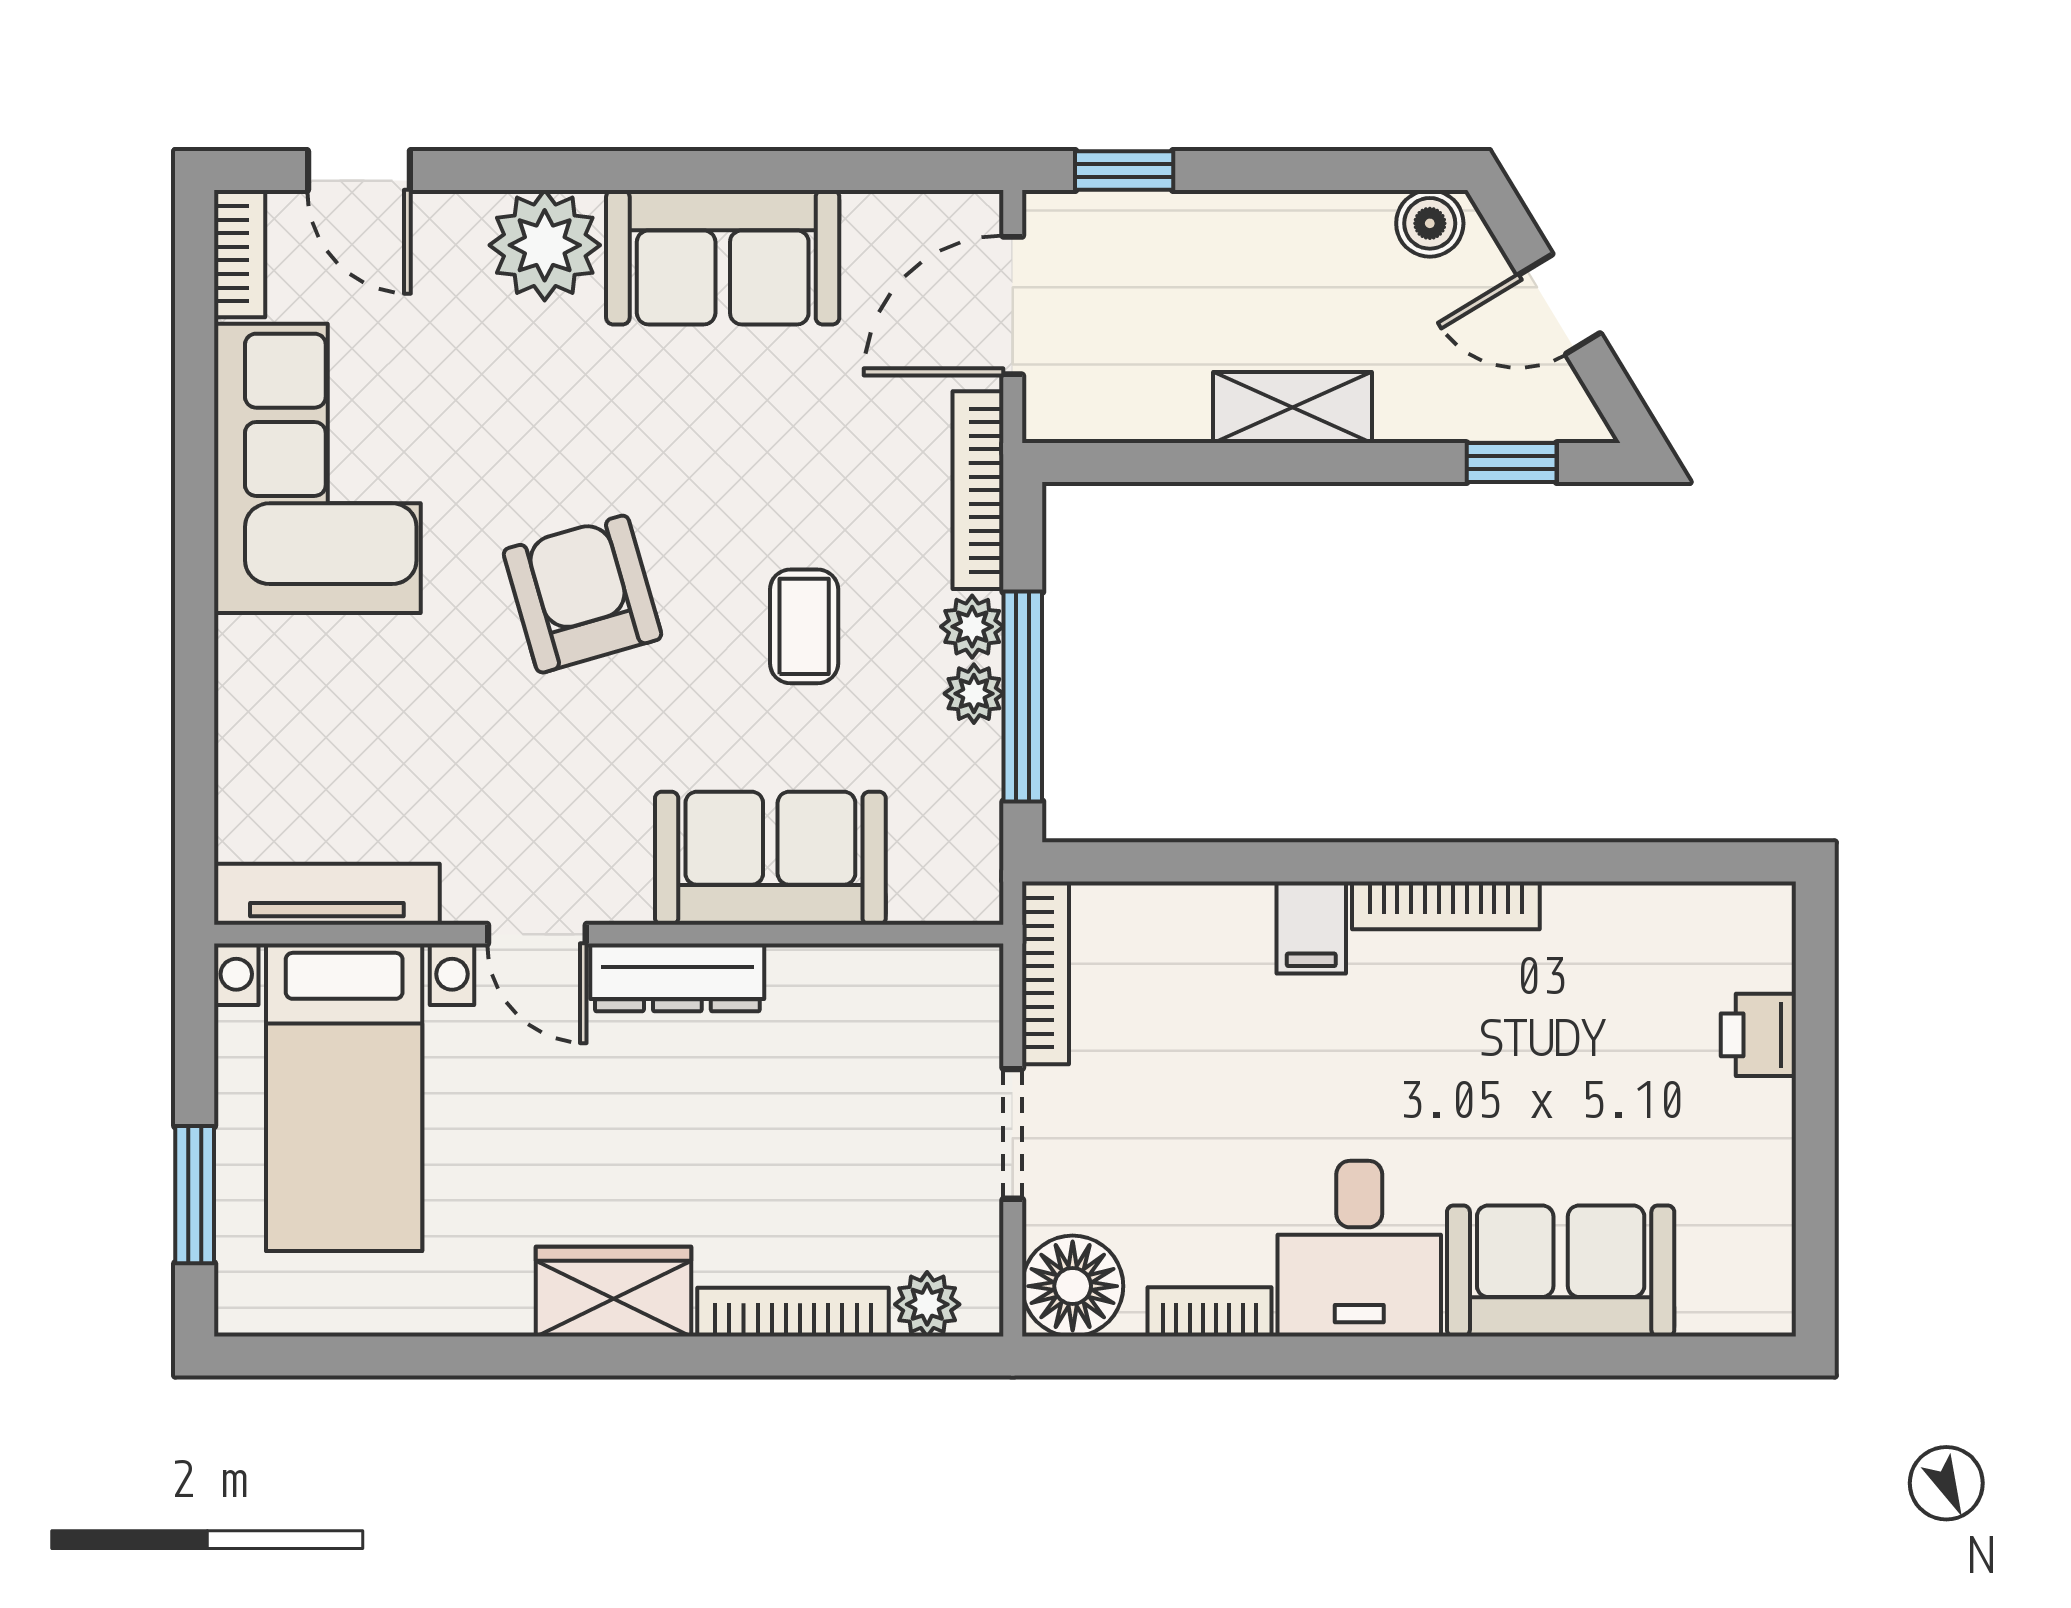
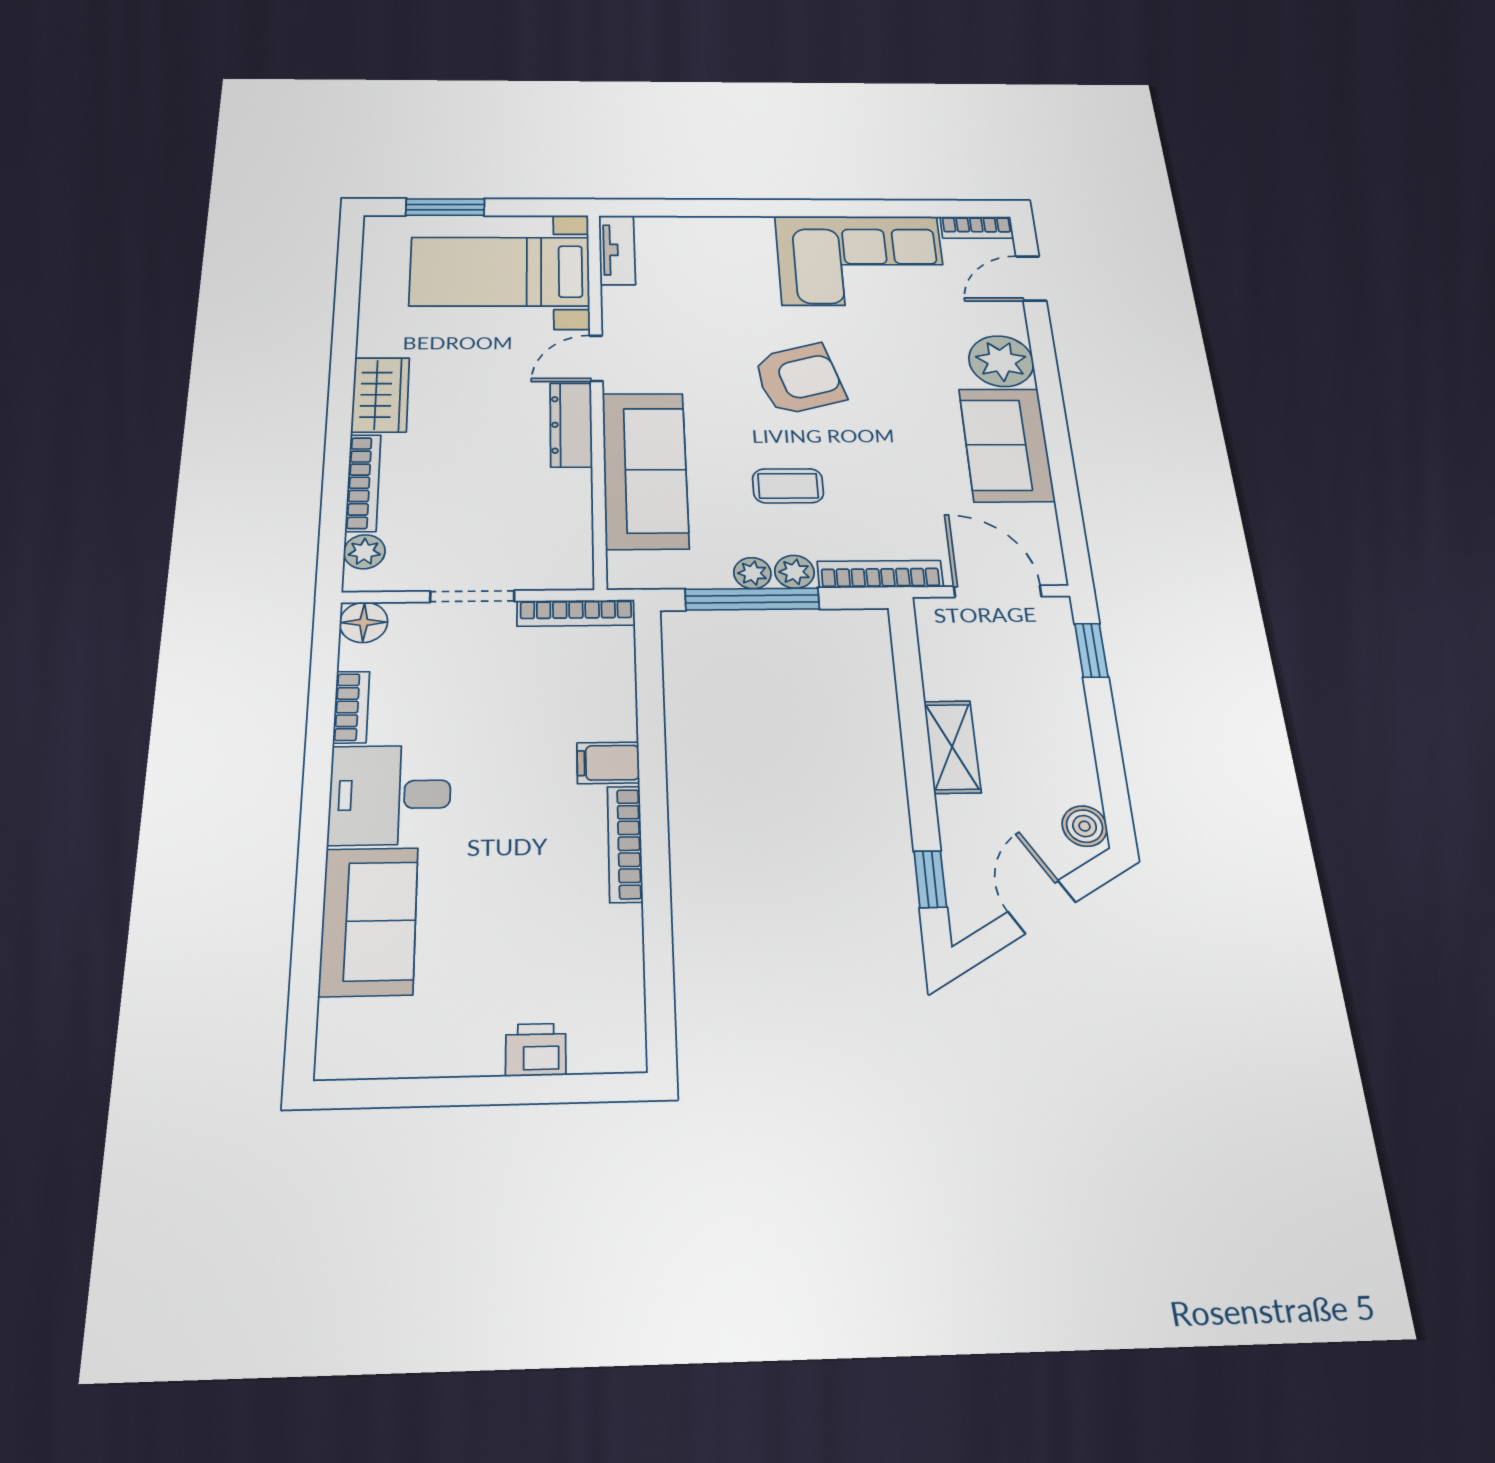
sofa: (770, 858) -> (645, 470), width x1.36
tv unit: (327, 894) -> (617, 250), width x0.71
floor lamp: (1073, 1286) -> (364, 622), width x0.73, depth x0.73

